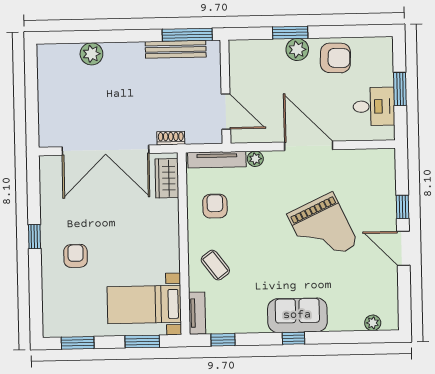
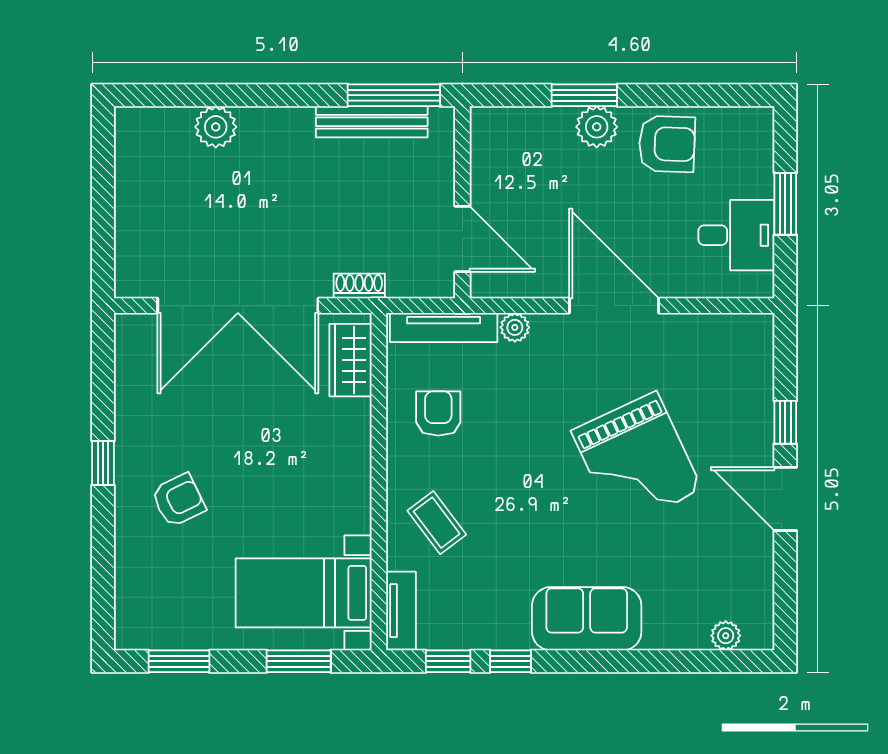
armchair: (76, 256) -> (178, 500), turned 64
window: (293, 338) -> (510, 661), moved

